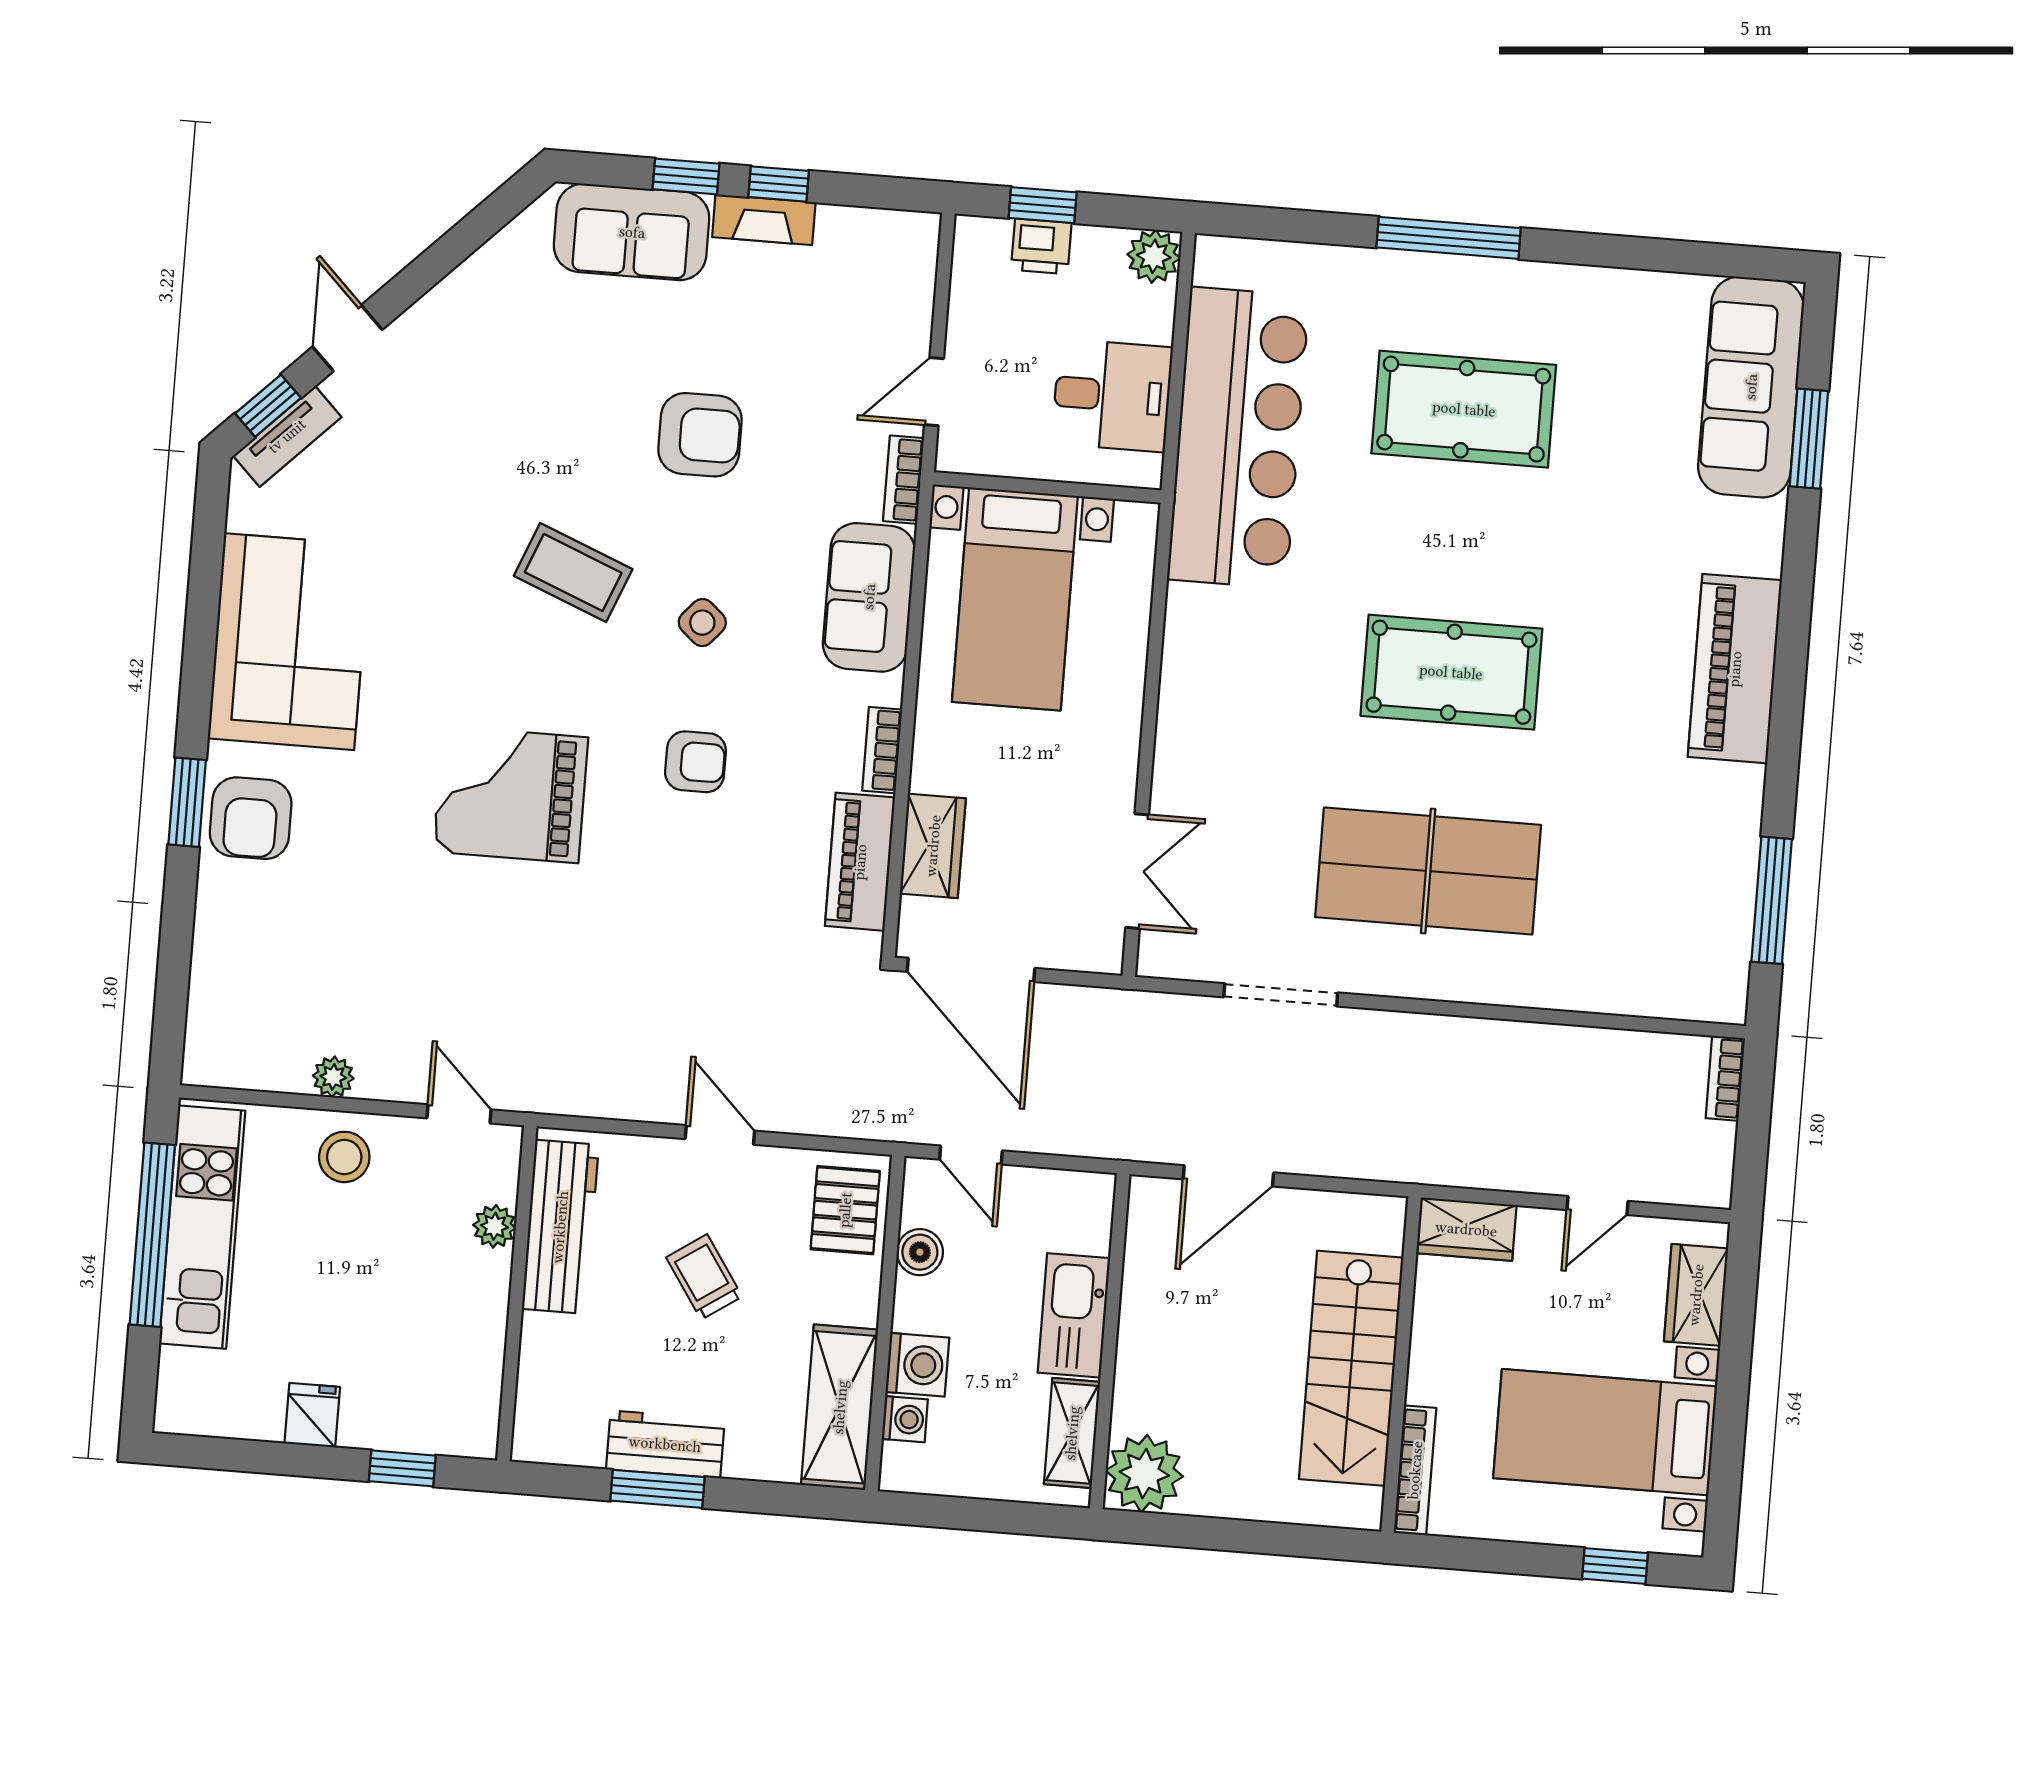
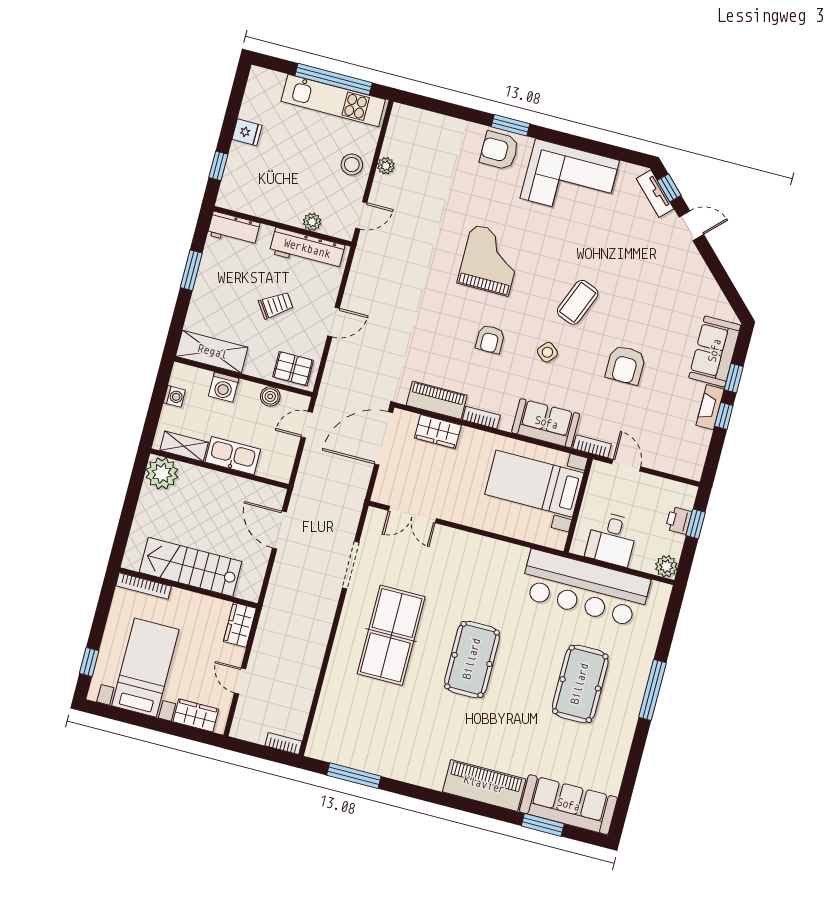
piano: (1735, 669) -> (484, 785), moved
washing machine: (905, 1419) -> (174, 396), moved, turned -90
workbench: (665, 1444) -> (234, 229), moved, turned 90

